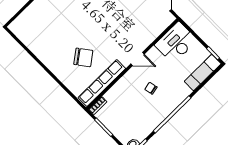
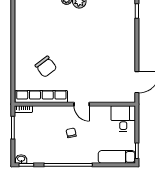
desk: (176, 43) -> (123, 119), width x0.73

